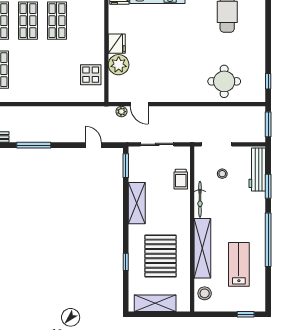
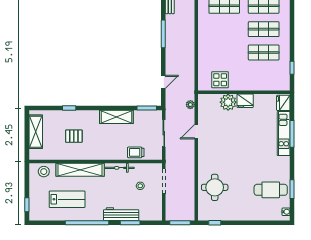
door: (139, 104) -> (196, 132), moved
workbench: (257, 170) -> (121, 214), moved
pallet: (161, 256) -> (74, 136), width x0.49, depth x0.50

